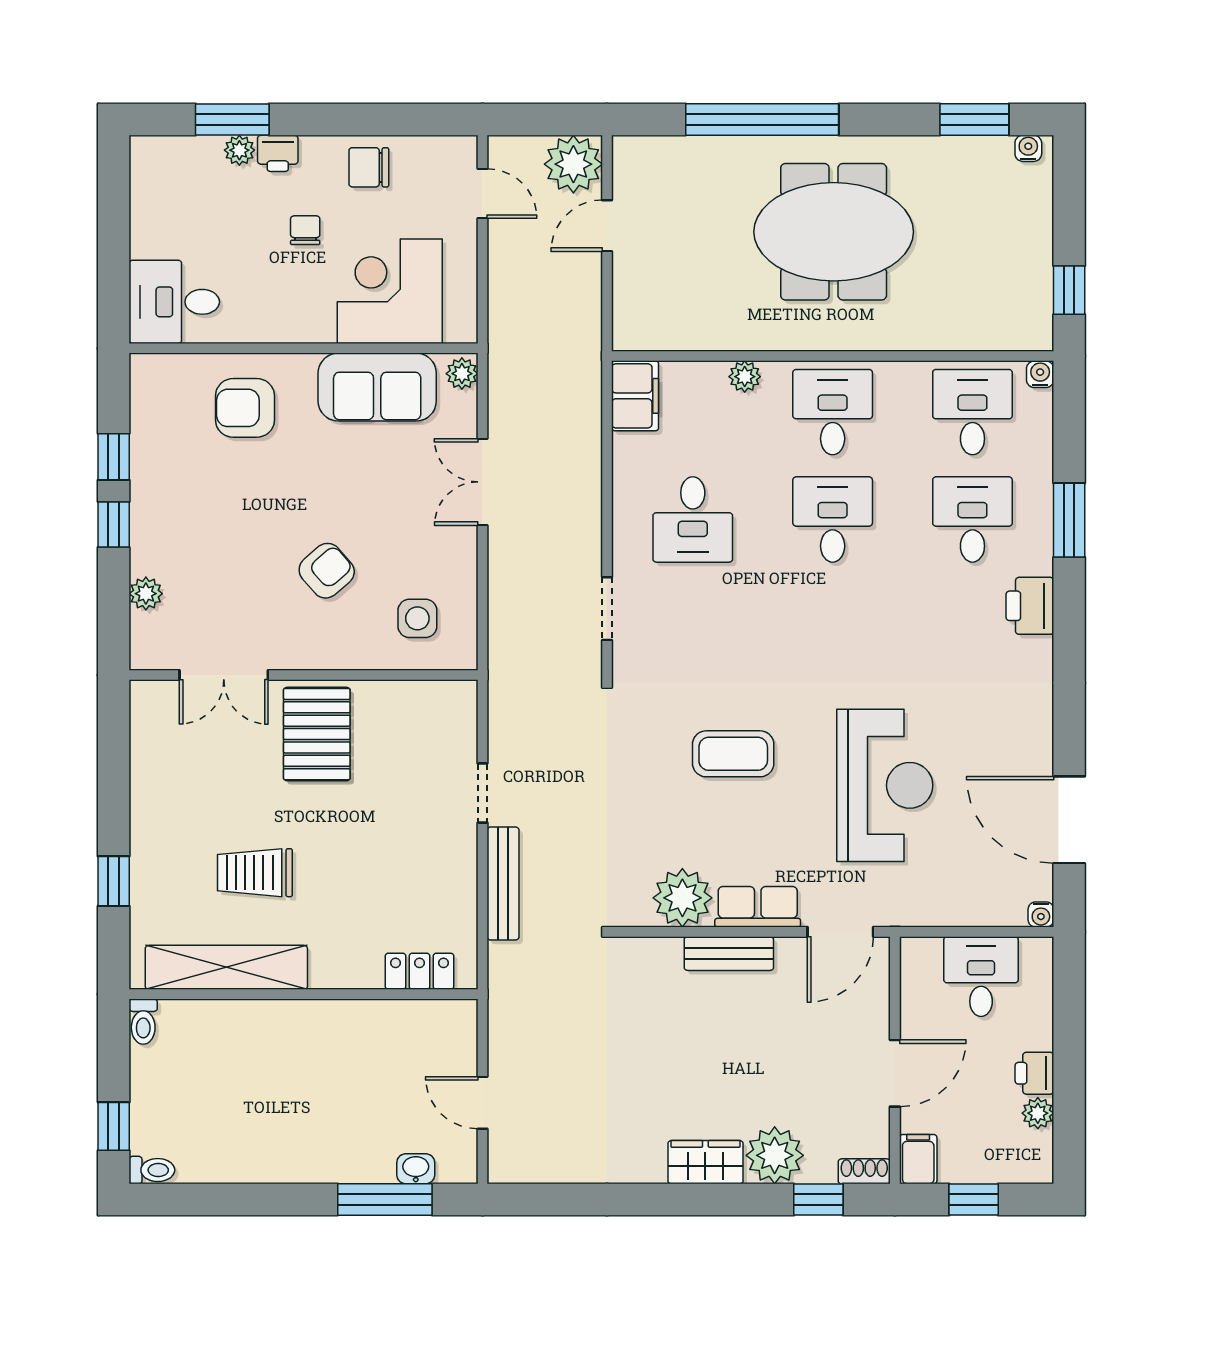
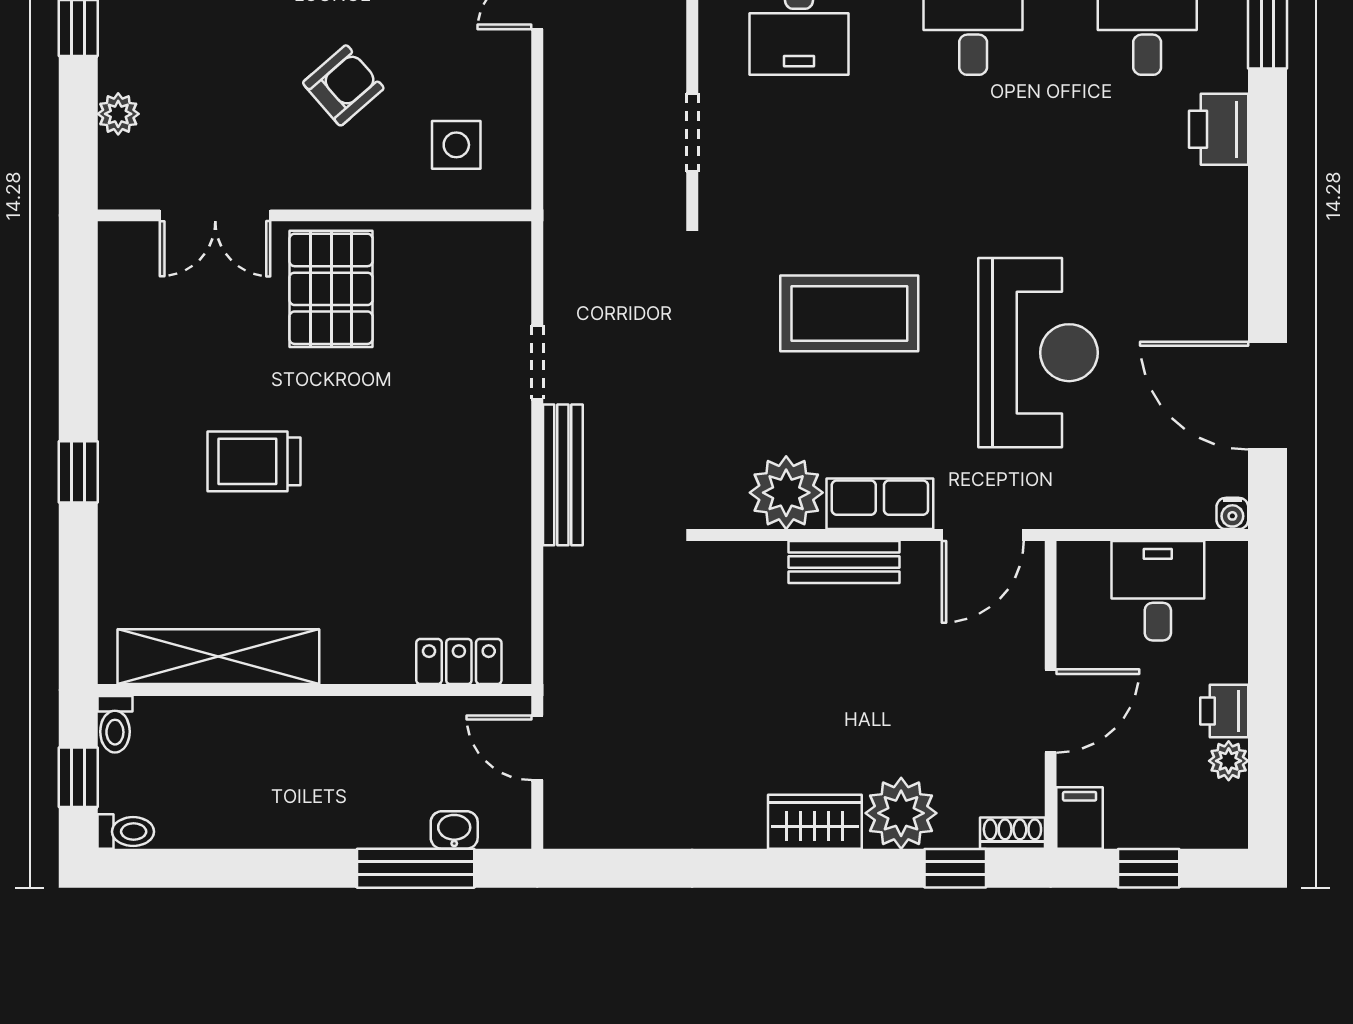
coffee table: (733, 754) -> (849, 313), width x1.36, depth x1.32
shelving: (226, 967) -> (218, 657), moved
locker: (420, 971) -> (459, 662), moved
wall: (304, 994) -> (314, 690), moved
toilet: (143, 1022) -> (115, 724), moved

